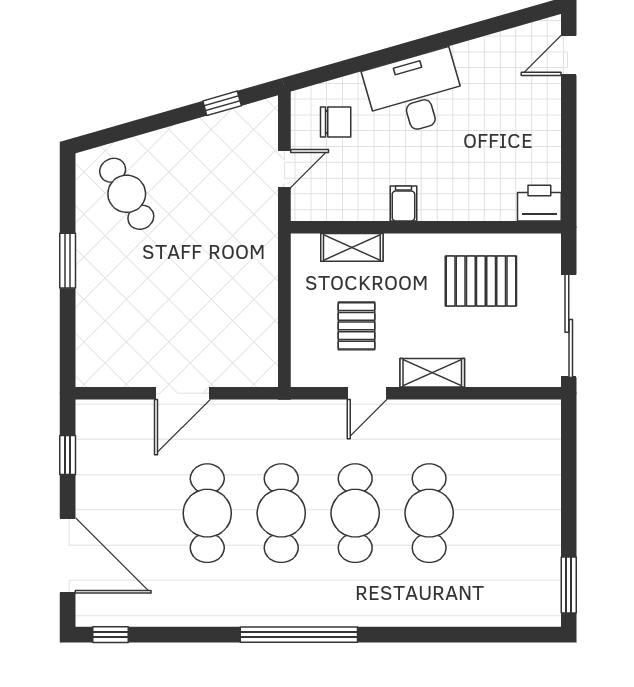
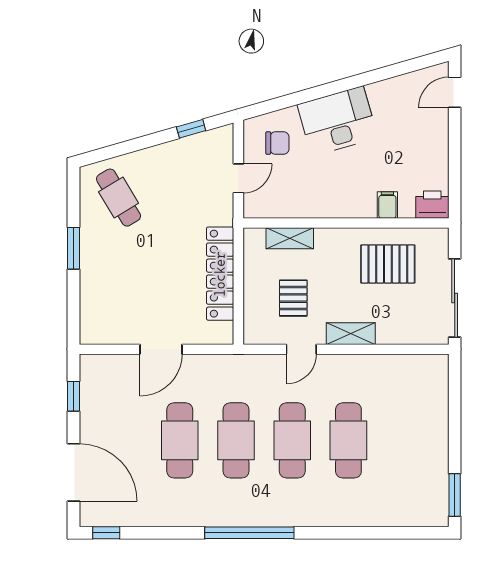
filing cabinet: (403, 204) -> (387, 205), moved
locker: (260, 294) -> (220, 274), added

